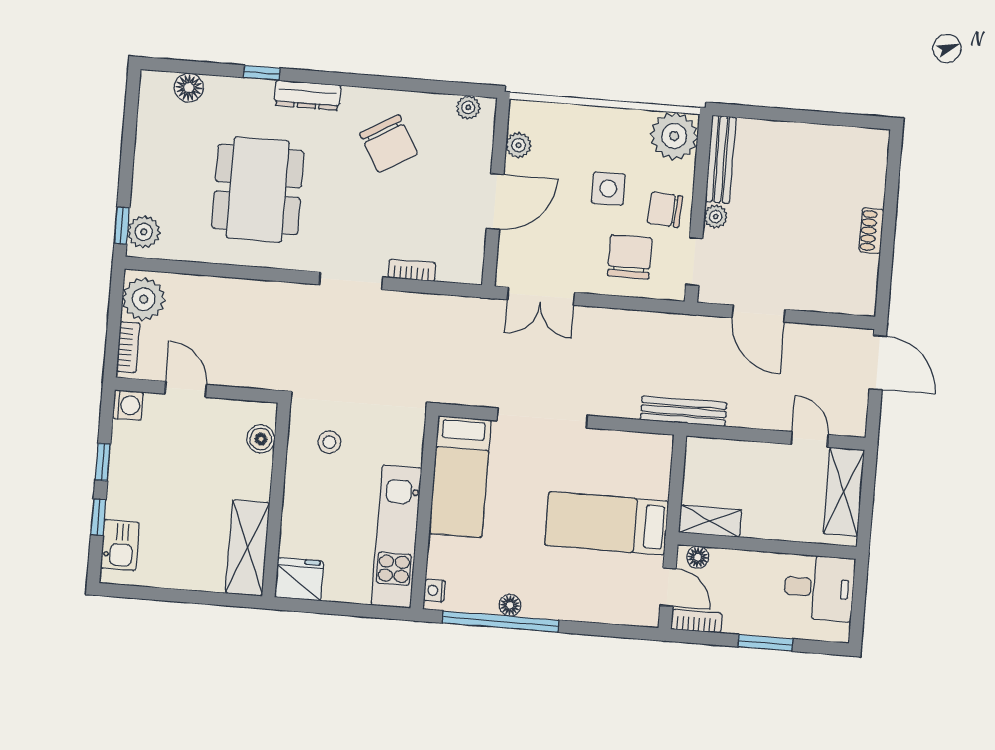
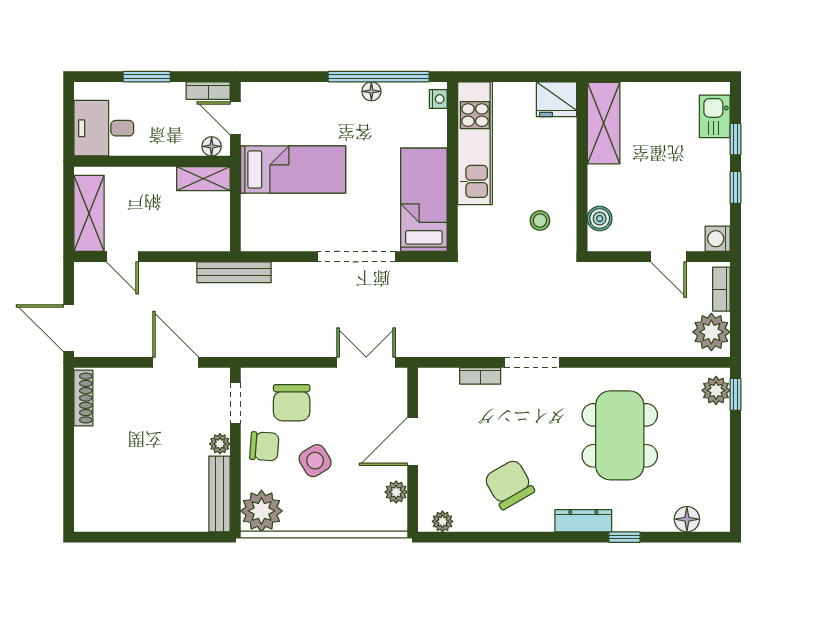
side table: (608, 189) -> (315, 461), turned -31
shoe rack: (871, 231) -> (83, 398), moved, width x1.43

